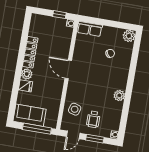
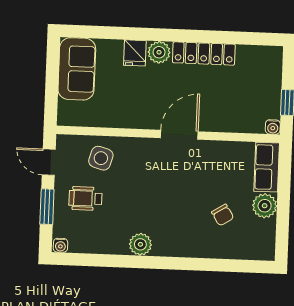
plant: (129, 36) -> (265, 206), moved
window: (37, 129) -> (52, 87), removed

